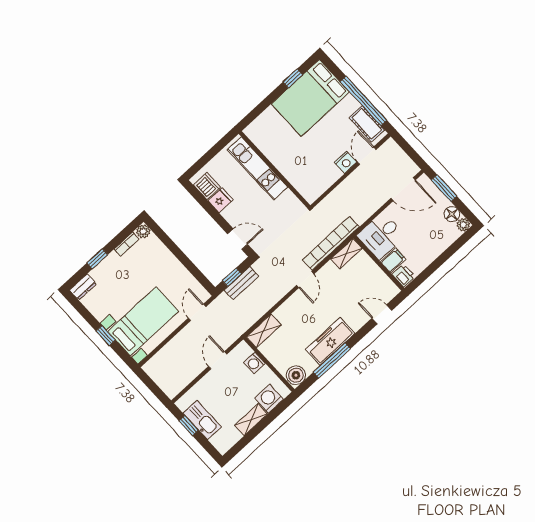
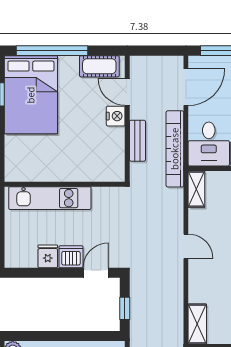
window: (364, 101) -> (52, 51), moved
dishwasher: (207, 186) -> (71, 257), moved
bookcase: (331, 243) -> (175, 149), moved
bench: (242, 283) -> (137, 141), moved

